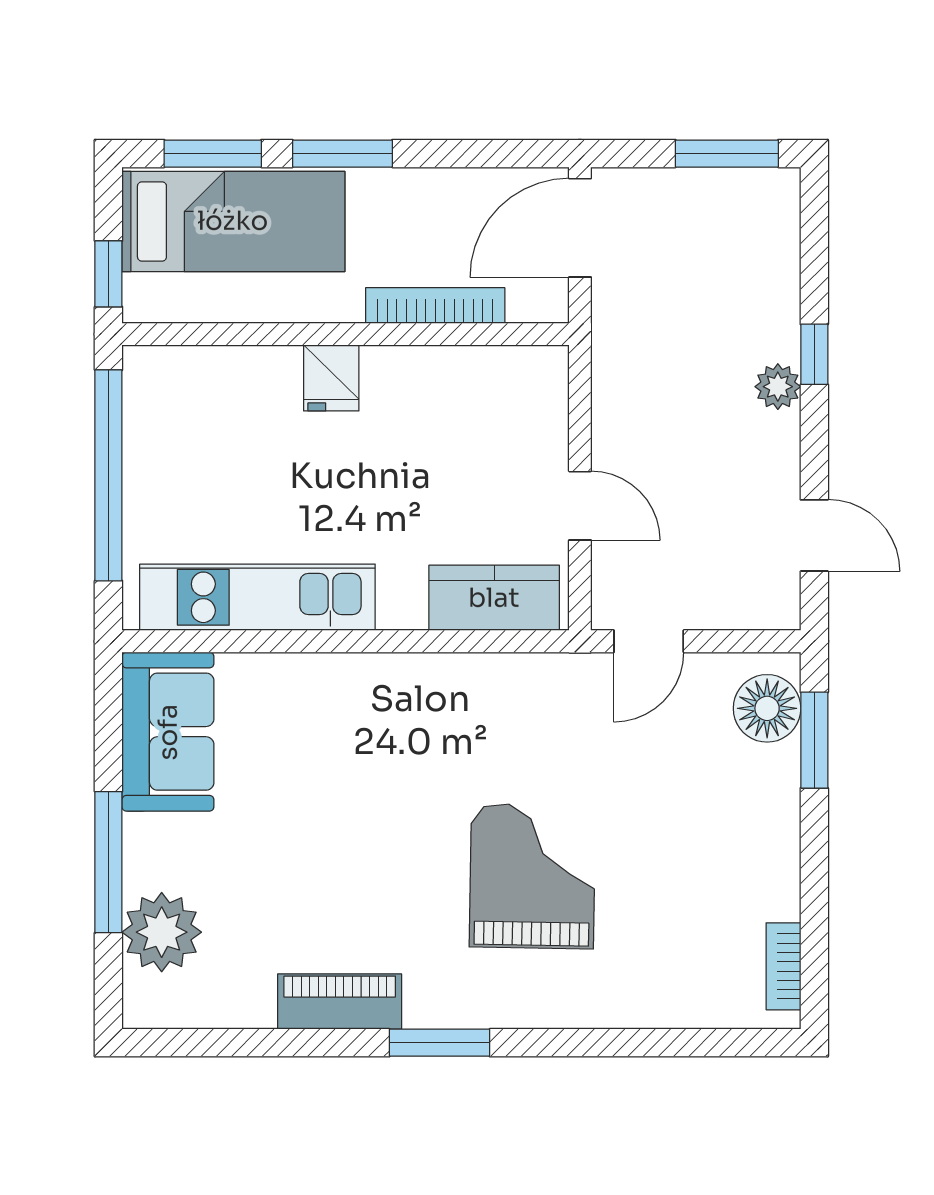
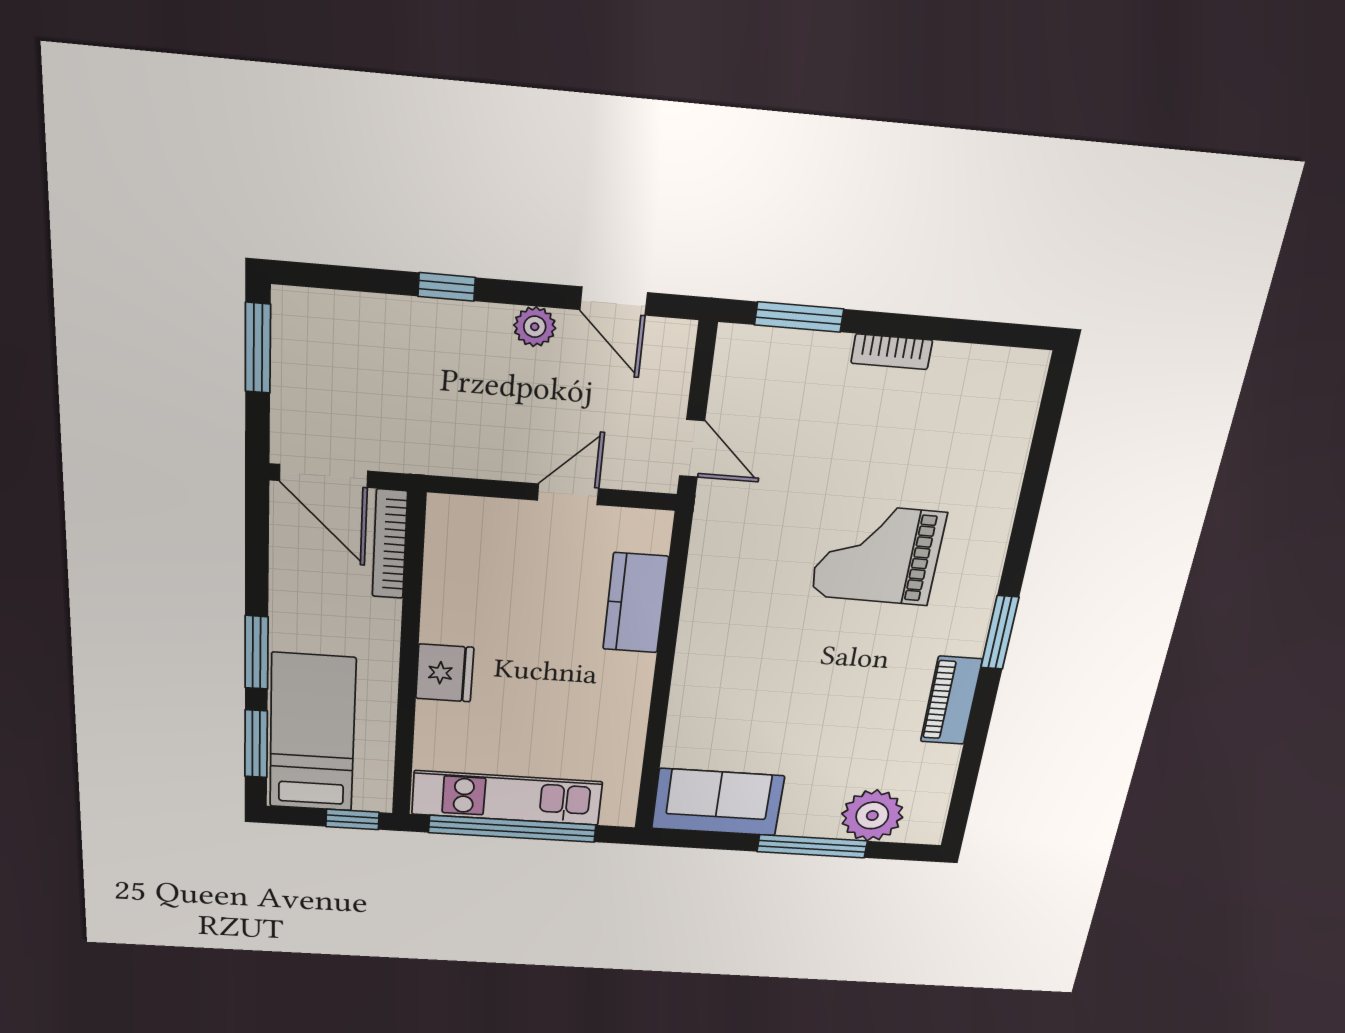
bookcase: (435, 306) -> (390, 544), moved
fridge: (331, 378) -> (445, 673), width x1.38
plant: (778, 387) -> (535, 327), moved
door: (814, 535) -> (614, 301), swing flipped
kitchen unit: (257, 597) -> (507, 798), moved, turned 90
kitchen counter: (494, 598) -> (635, 603), moved
floor lamp: (767, 708) -> (765, 355), removed
bookcase: (783, 966) -> (892, 352), moved

